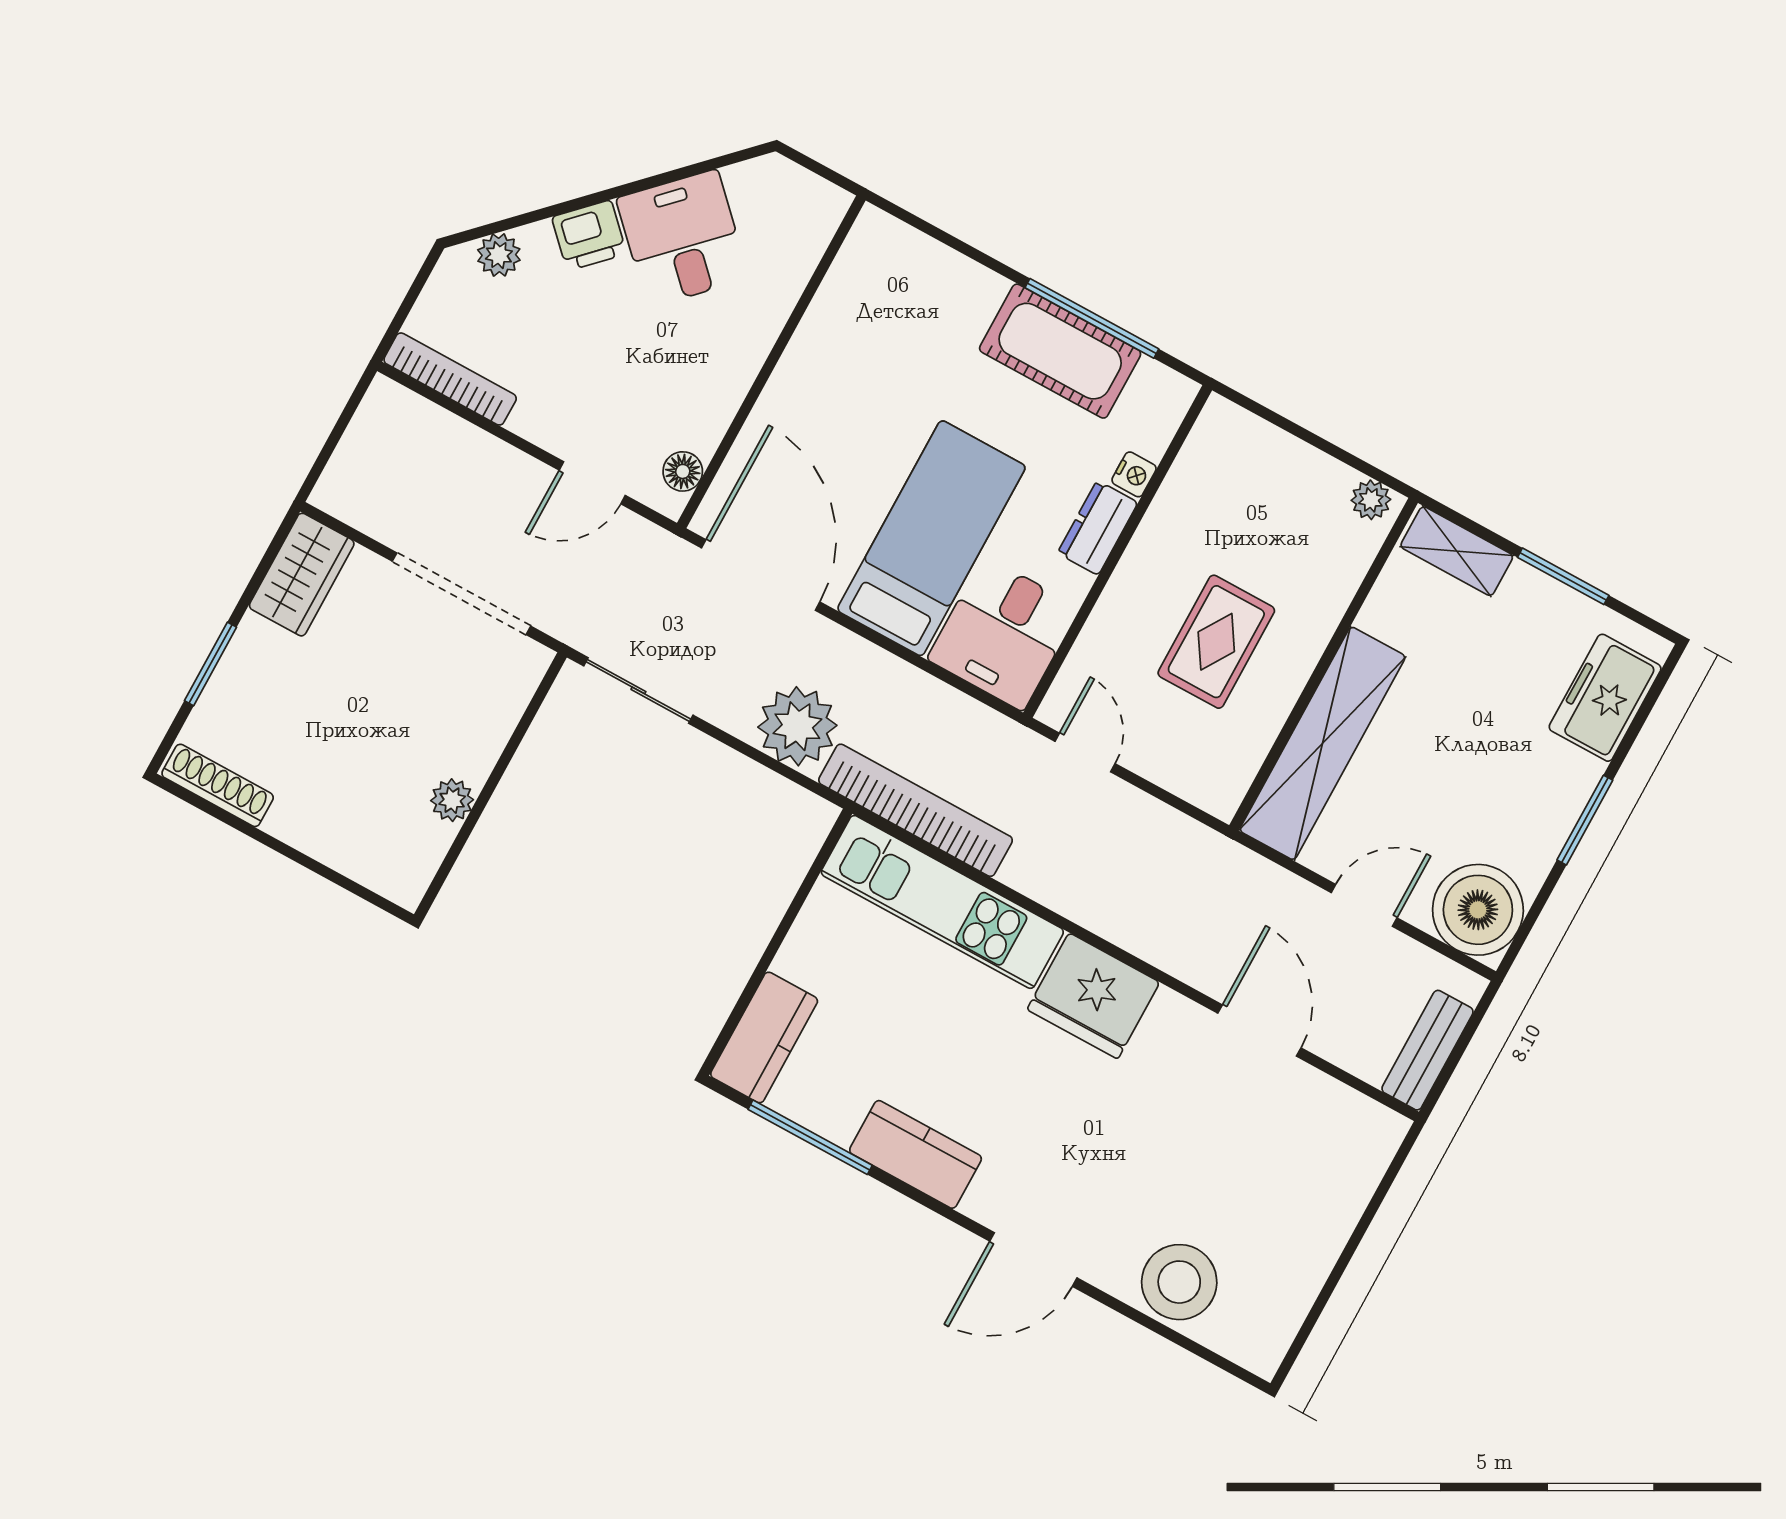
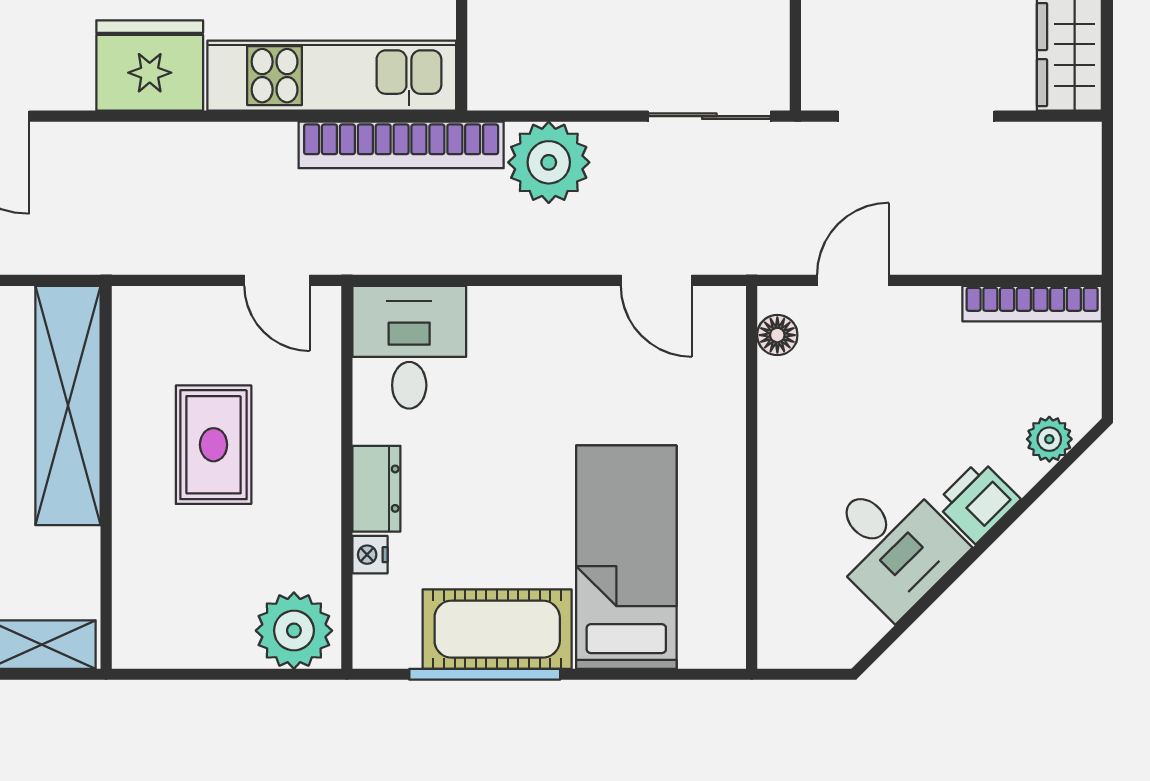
plant: (1371, 500) -> (294, 631), moved, width x1.88, depth x1.88
bed: (931, 538) -> (626, 557), moved, turned 180
door: (761, 575) -> (656, 280), width x0.53

